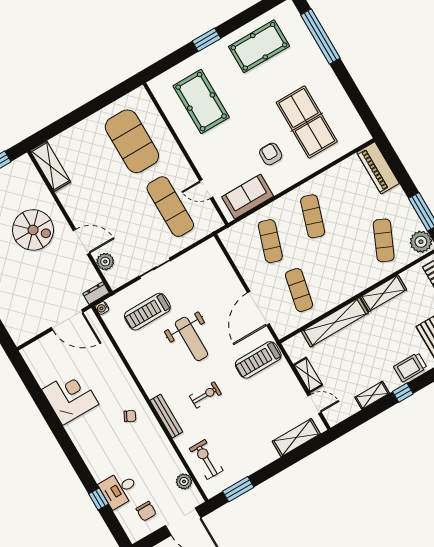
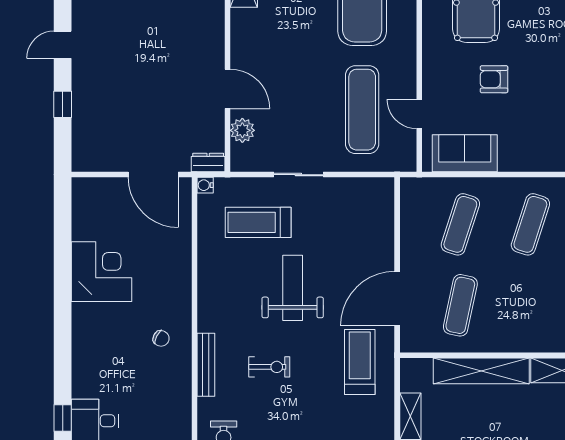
armchair: (271, 154) -> (494, 79), moved, turned -90
spiral stairs: (33, 230) -> (176, 39), removed
weight bench: (191, 339) -> (293, 288), turned 180
treadmill: (258, 360) -> (360, 362), turned 90

